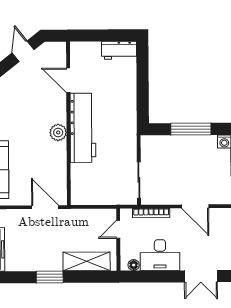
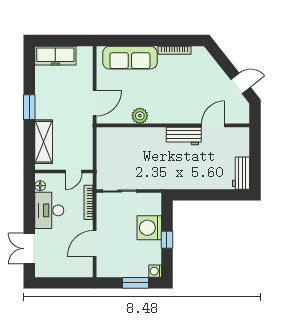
workbench: (83, 128) -> (184, 136), width x0.53, depth x0.76
window: (191, 129) -> (167, 240), width x0.46
plant: (58, 132) -> (140, 116), moved
washing machine: (178, 148) -> (149, 228), added
door: (118, 229) -> (73, 171), swing flipped

